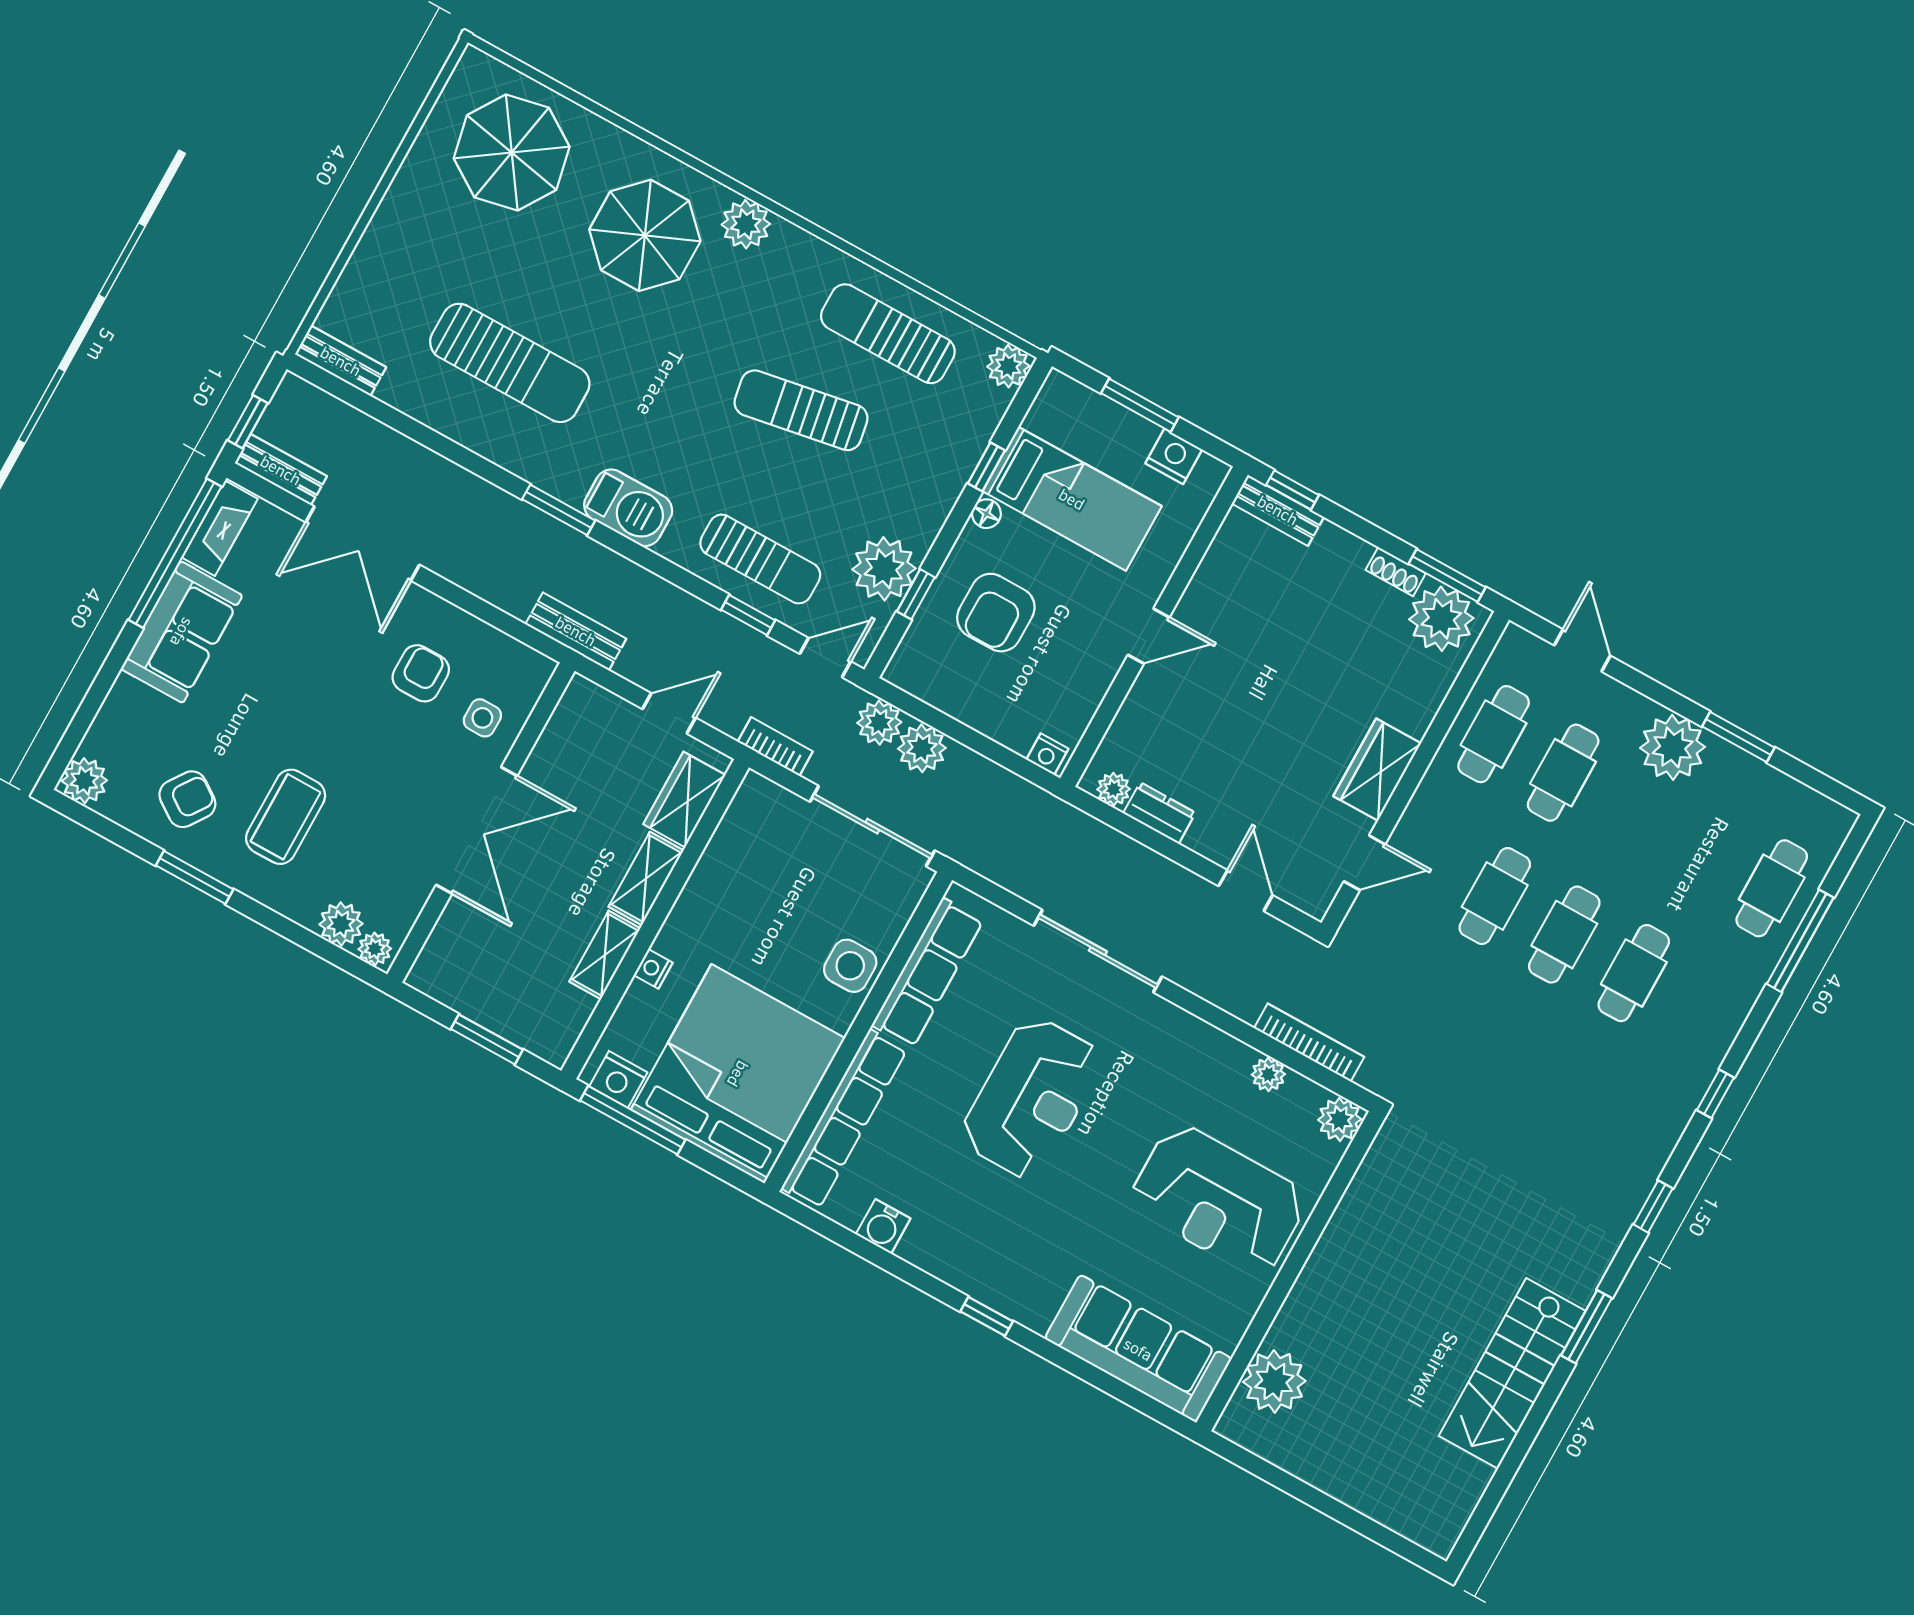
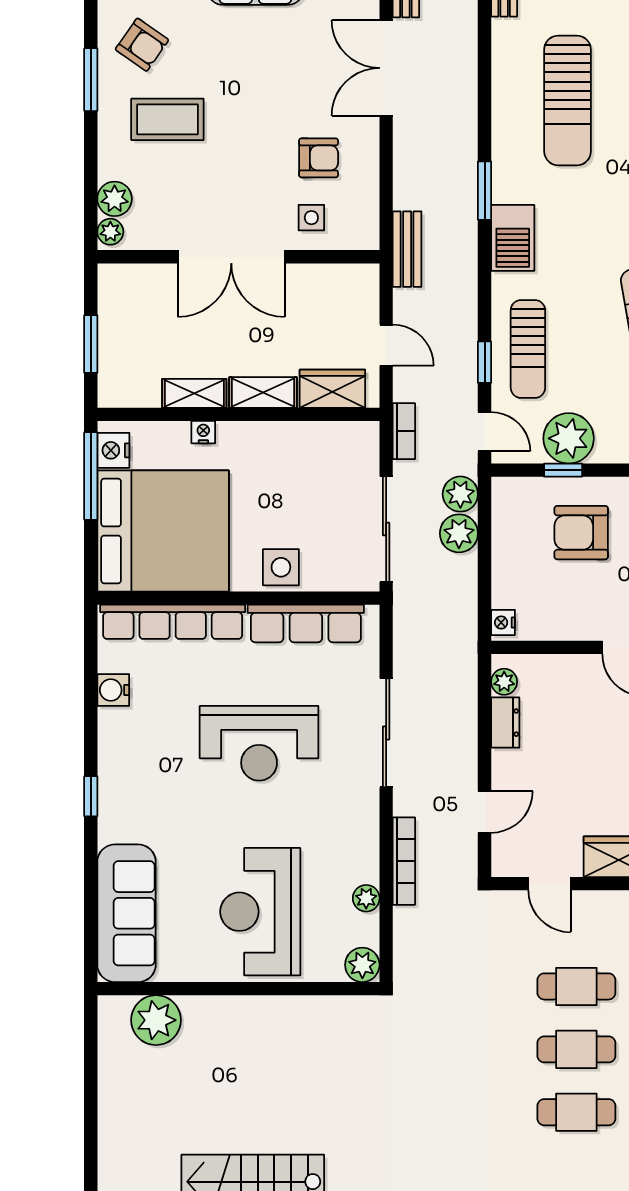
bookcase: (1309, 1043) -> (404, 861), moved

